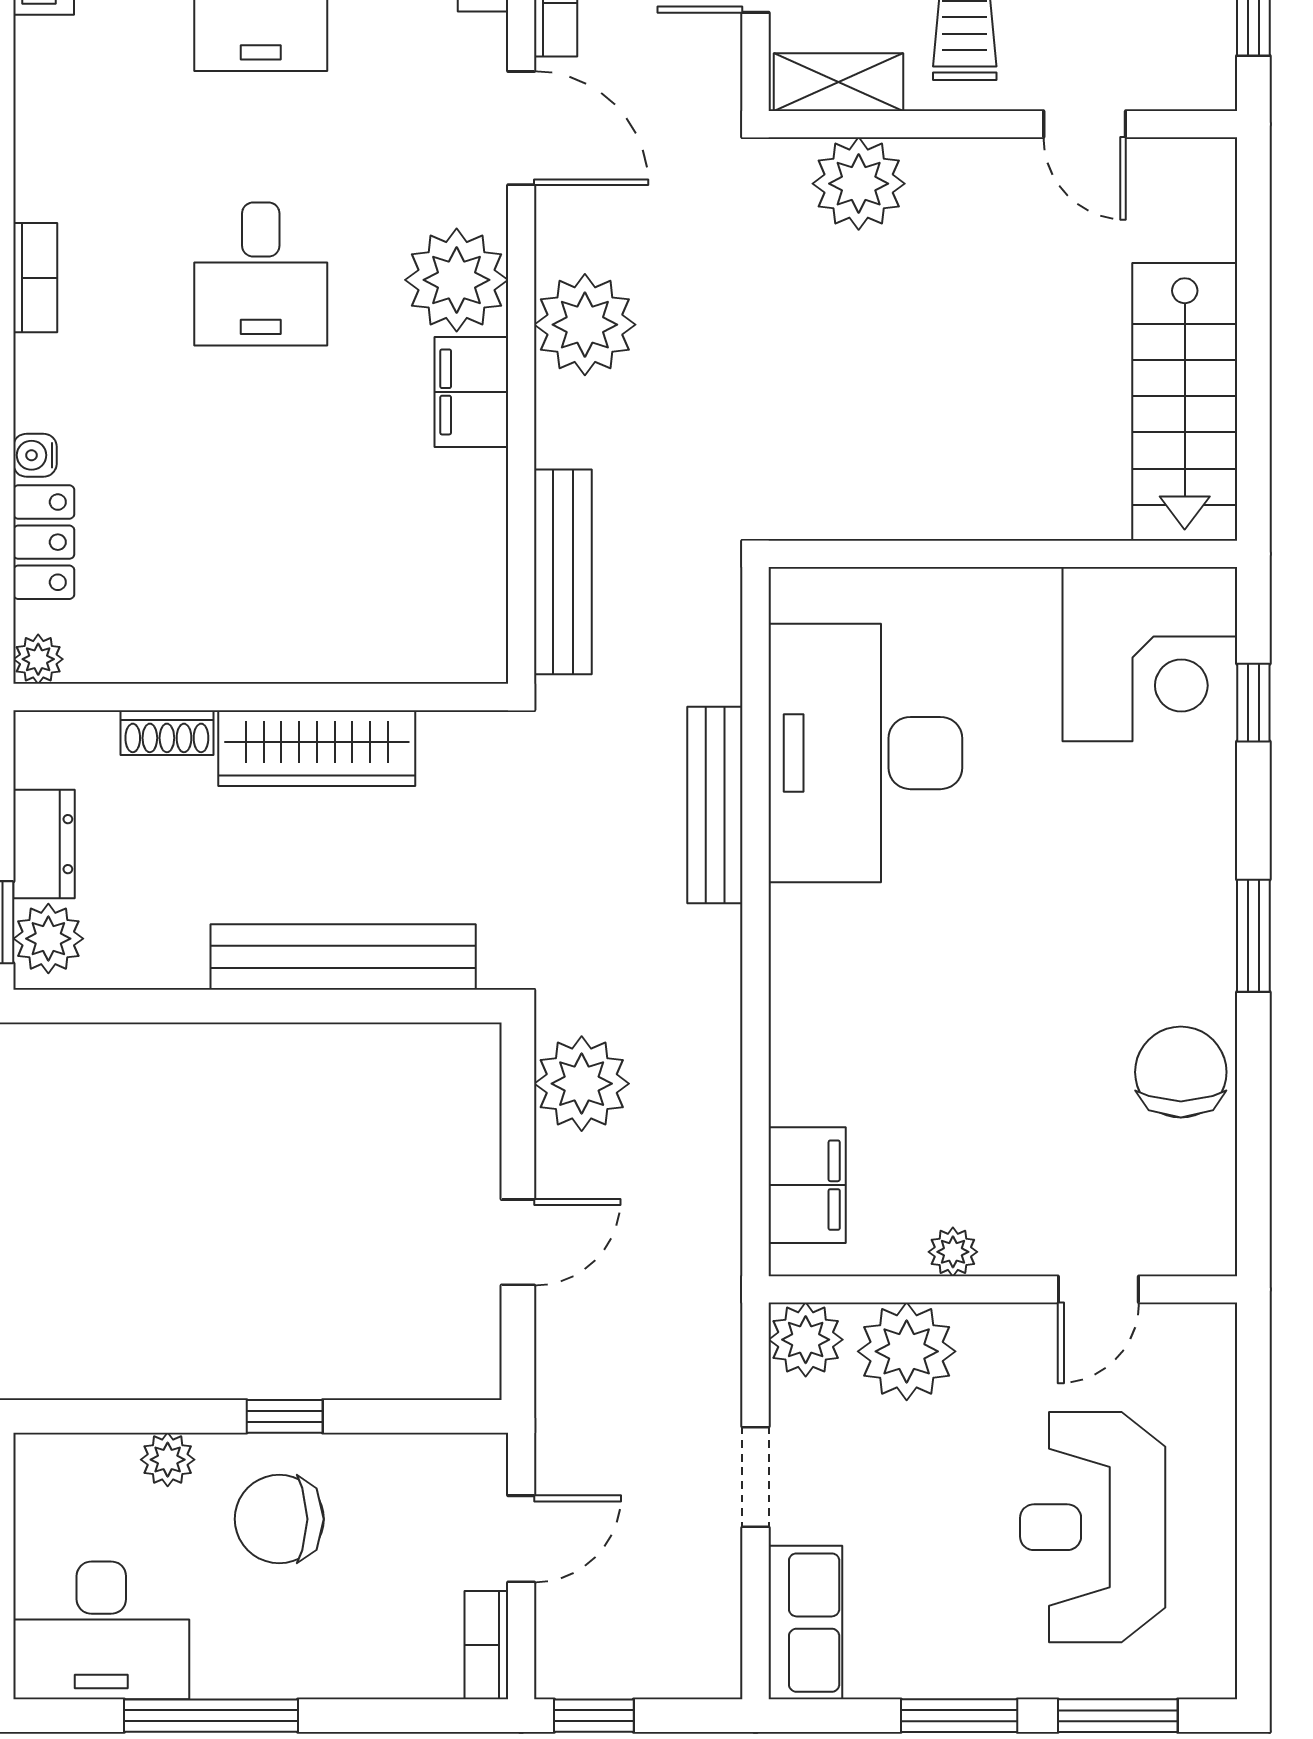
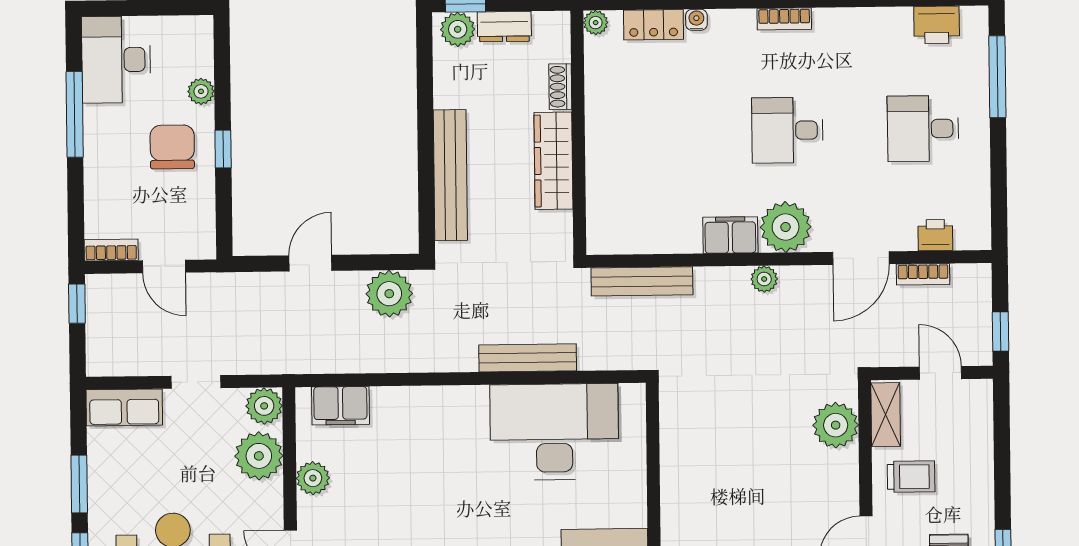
plant: (585, 325) -> (764, 279), width x0.53, depth x0.53
door: (518, 1242) -> (310, 263), swing flipped
plant: (953, 1252) -> (313, 478), width x1.38, depth x1.38

